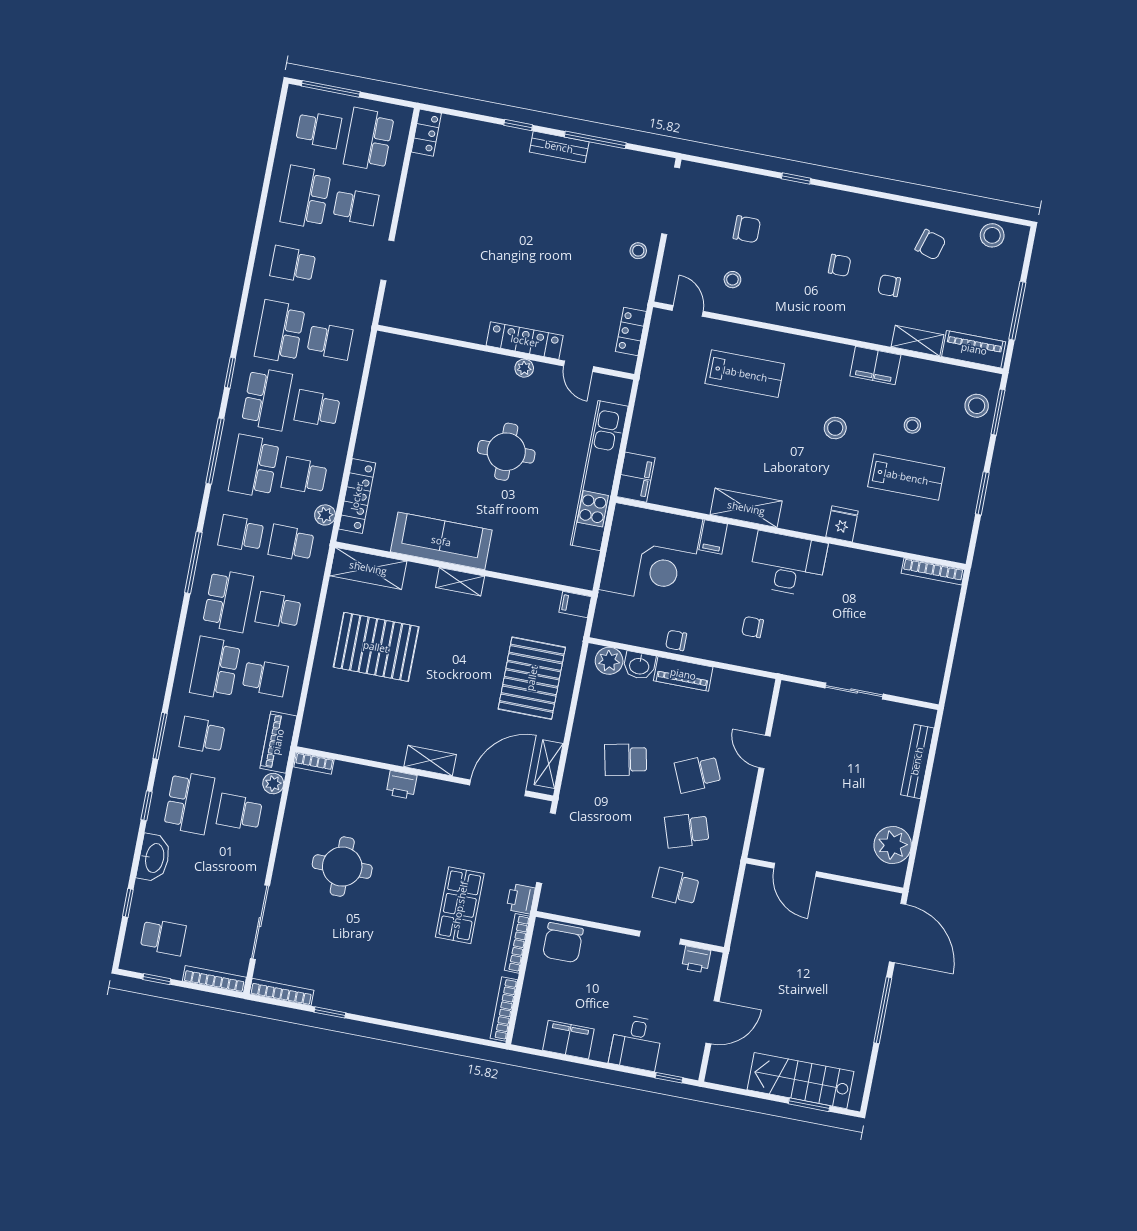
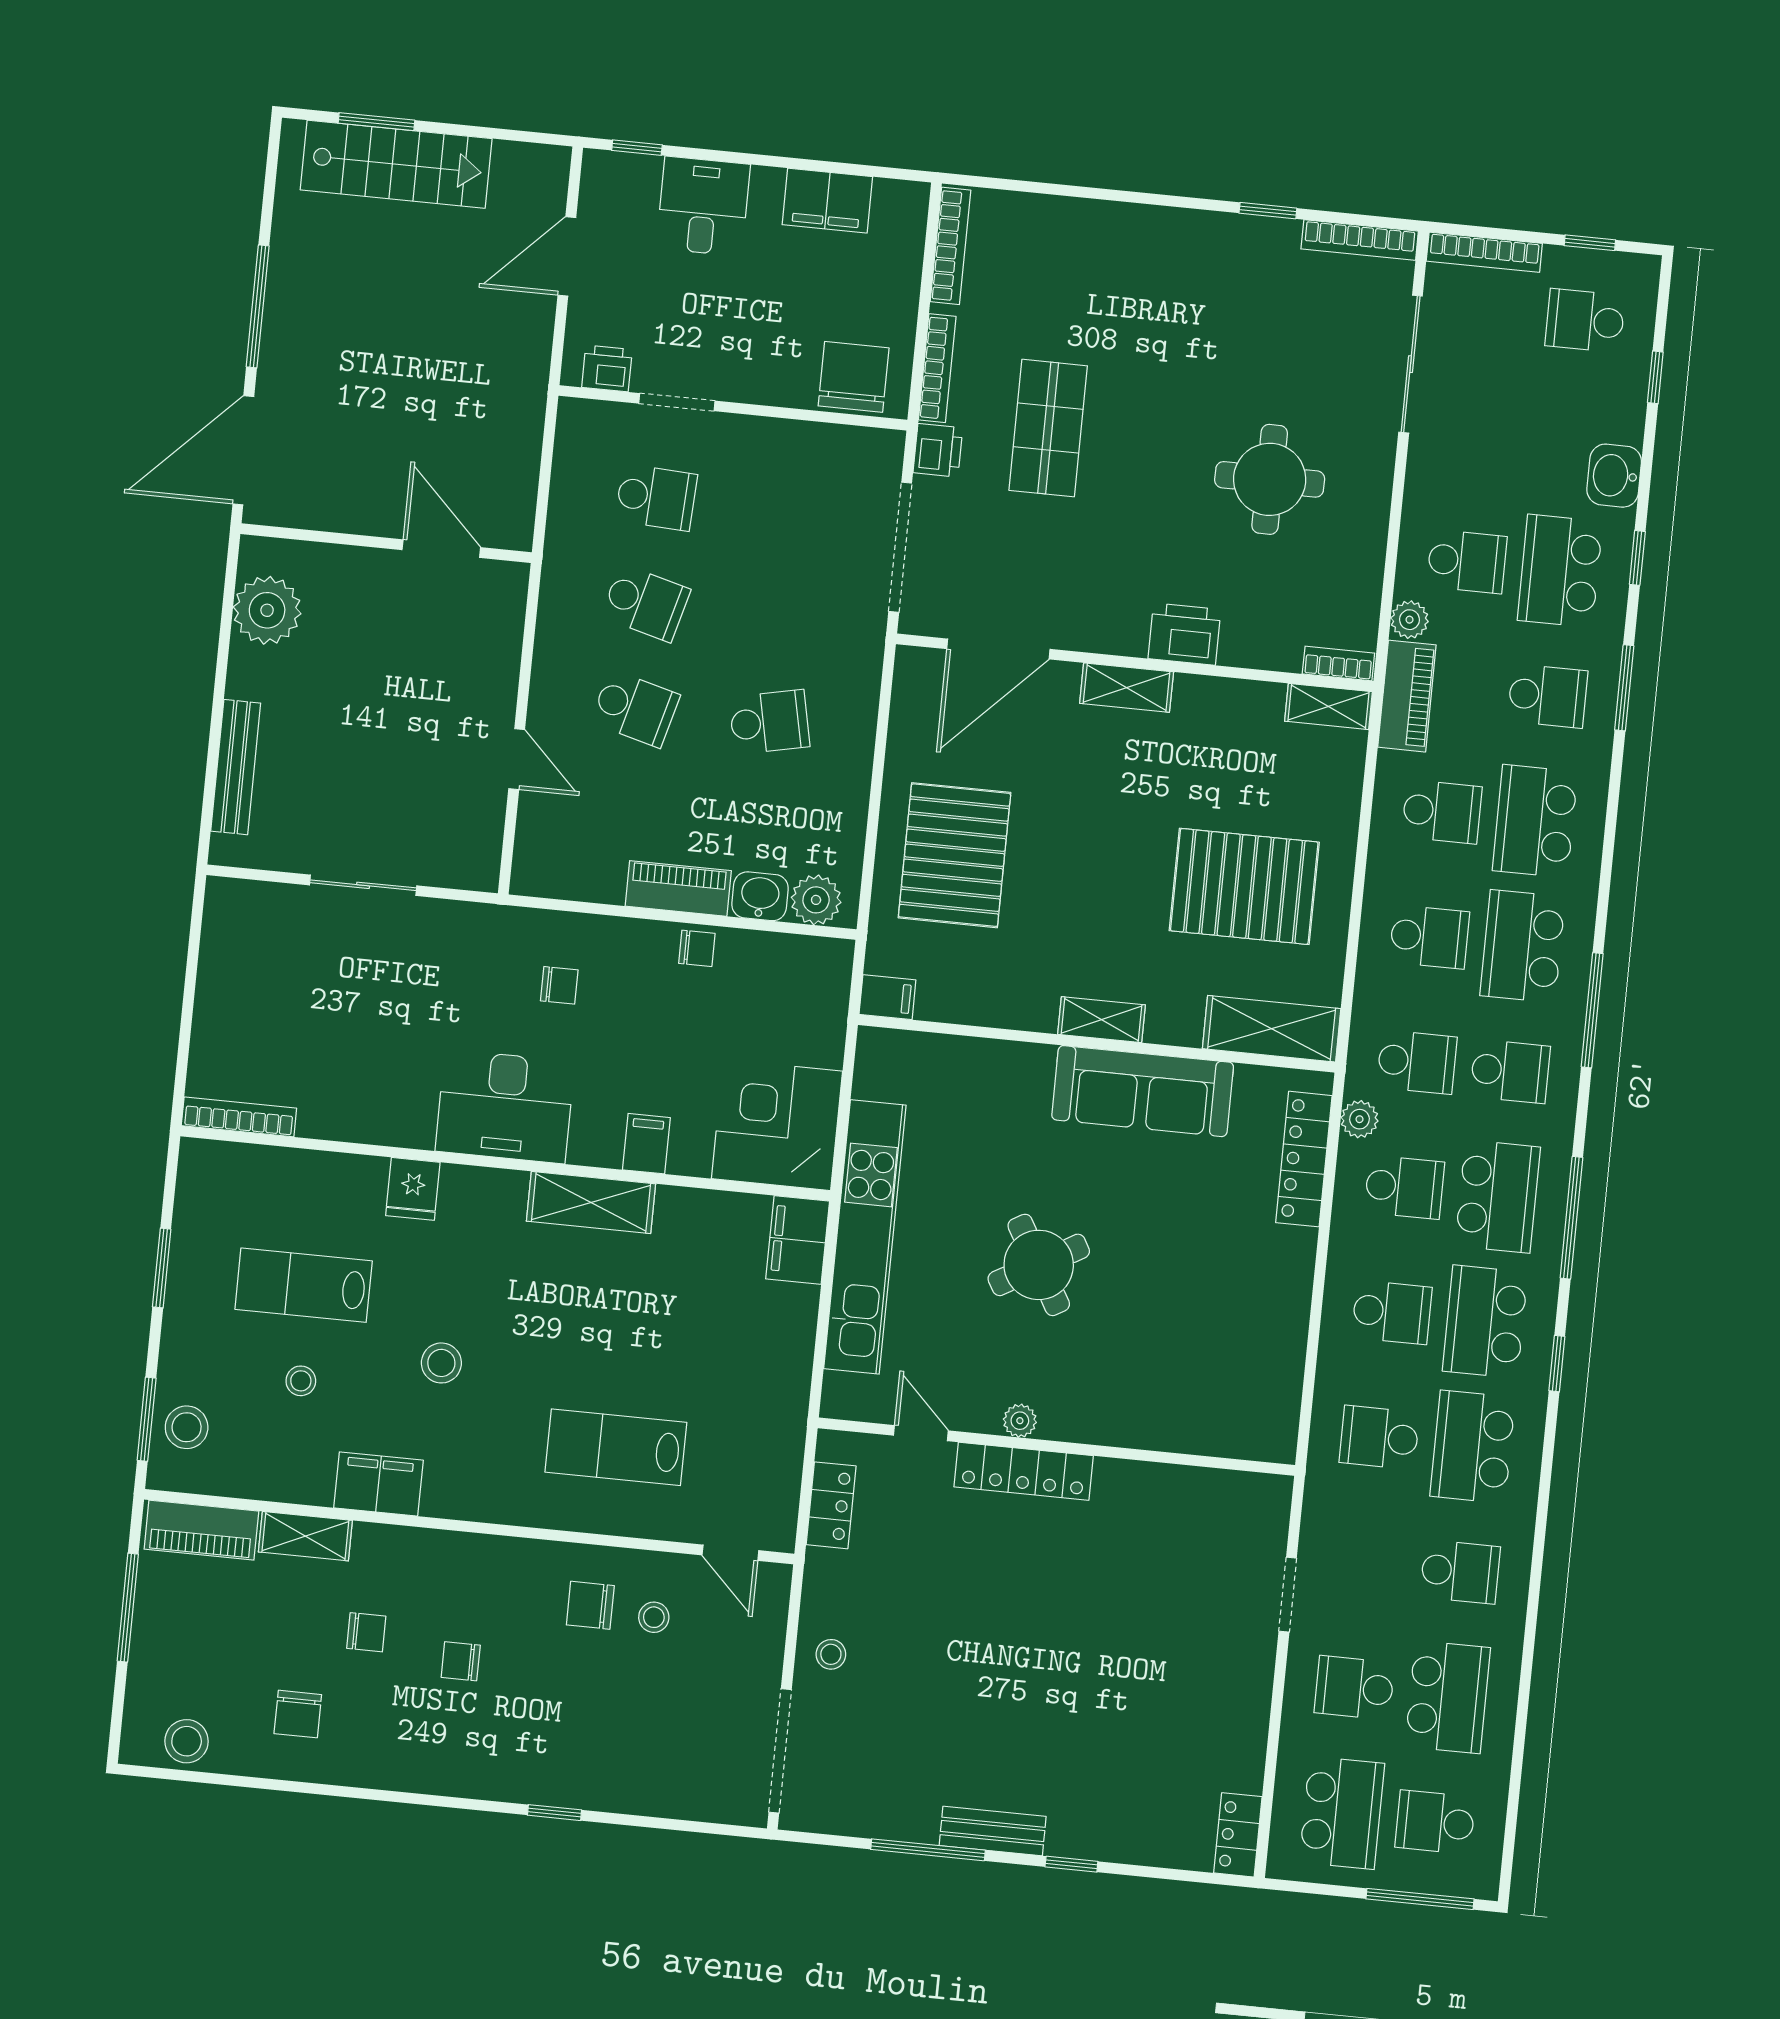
chair: (747, 229) -> (590, 1605), moved
chair: (930, 245) -> (298, 1714), turned -107
school desk: (280, 332) -> (1473, 1447), turned 180
round table: (506, 452) -> (1039, 1265), turned -30
corner desk: (651, 554) -> (777, 1125), width x0.74, depth x0.74
school desk: (215, 668) -> (1535, 821), turned 180
school desk: (265, 678) -> (1442, 812), turned 180
shelving: (549, 764) -> (1329, 706), moved, turned 90
school desk: (698, 774) -> (635, 709), turned 39
printer: (401, 785) -> (1184, 634), width x1.36, depth x1.24
school desk: (687, 830) -> (646, 603), turned 33
washbasin: (154, 858) -> (1614, 476), width x0.72
door: (898, 933) -> (243, 450), hinge flipped

